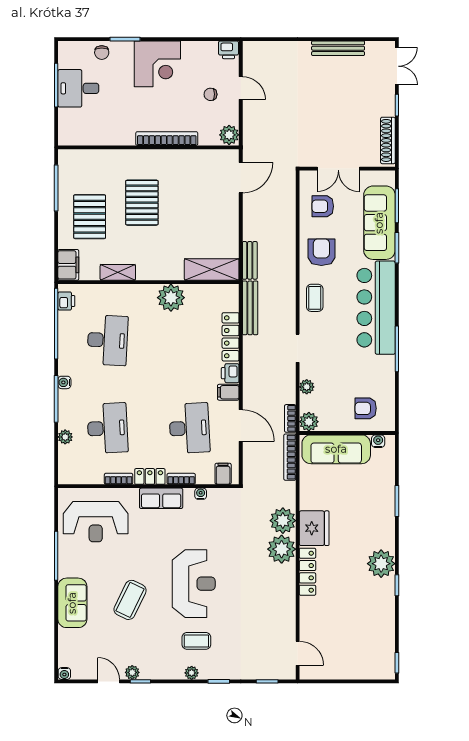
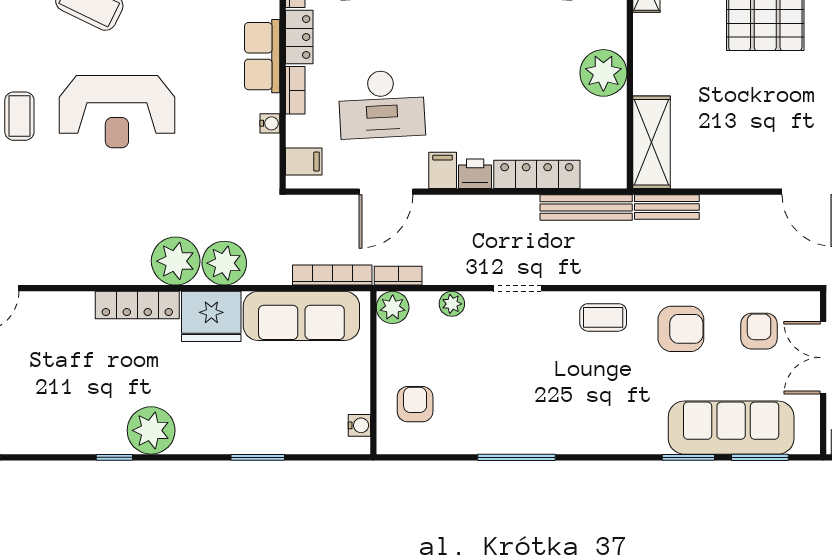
bar counter: (376, 308) -> (586, 422), removed
sofa: (336, 449) -> (301, 316), moved, turned -90

